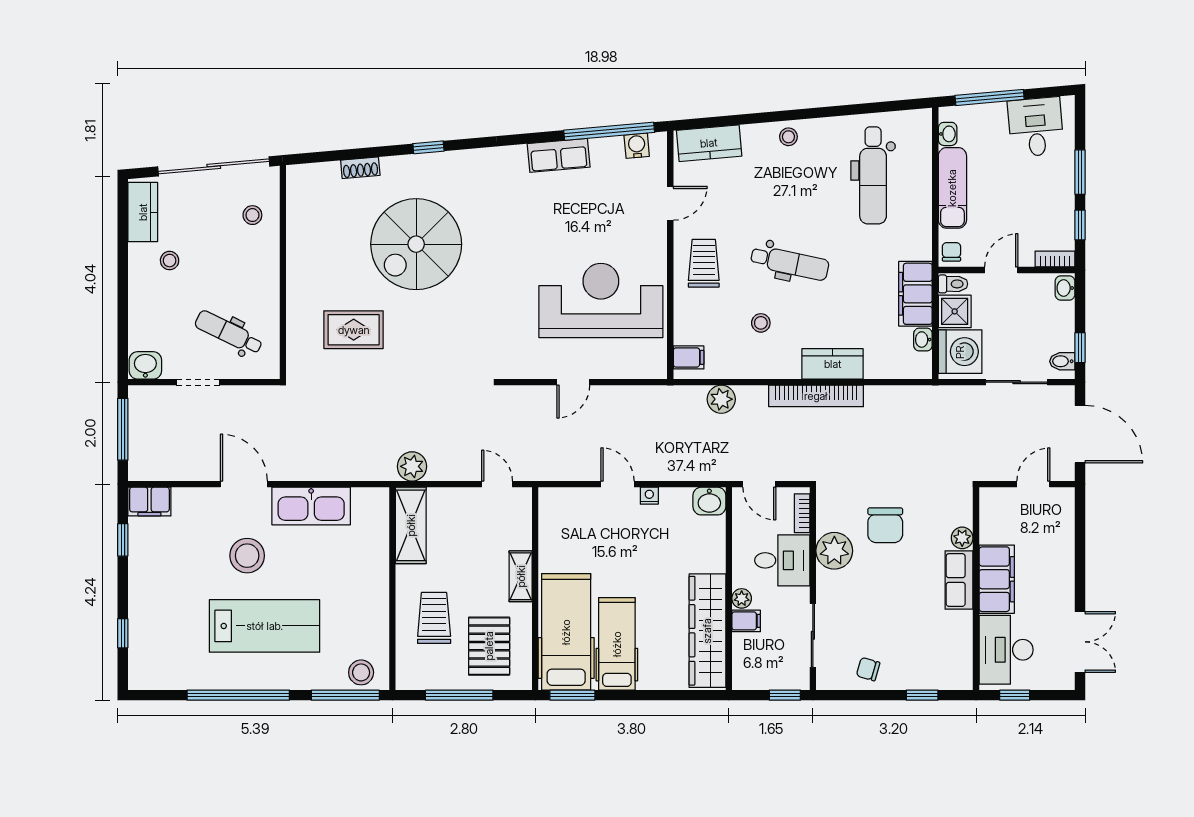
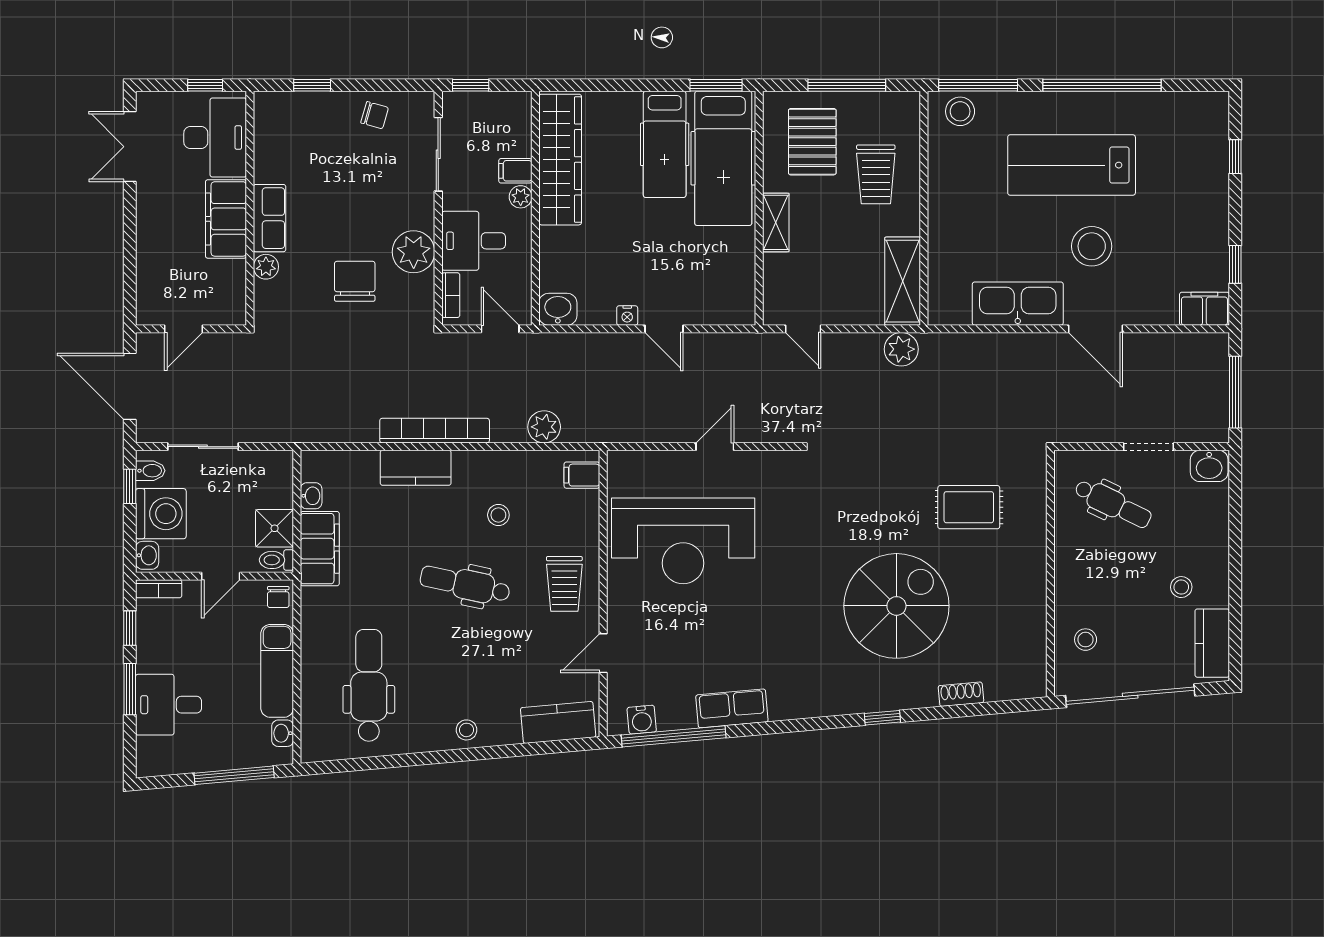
desk: (1036, 127) -> (169, 705), moved, turned 95
washing machine: (960, 352) -> (161, 514), moved, turned 180

